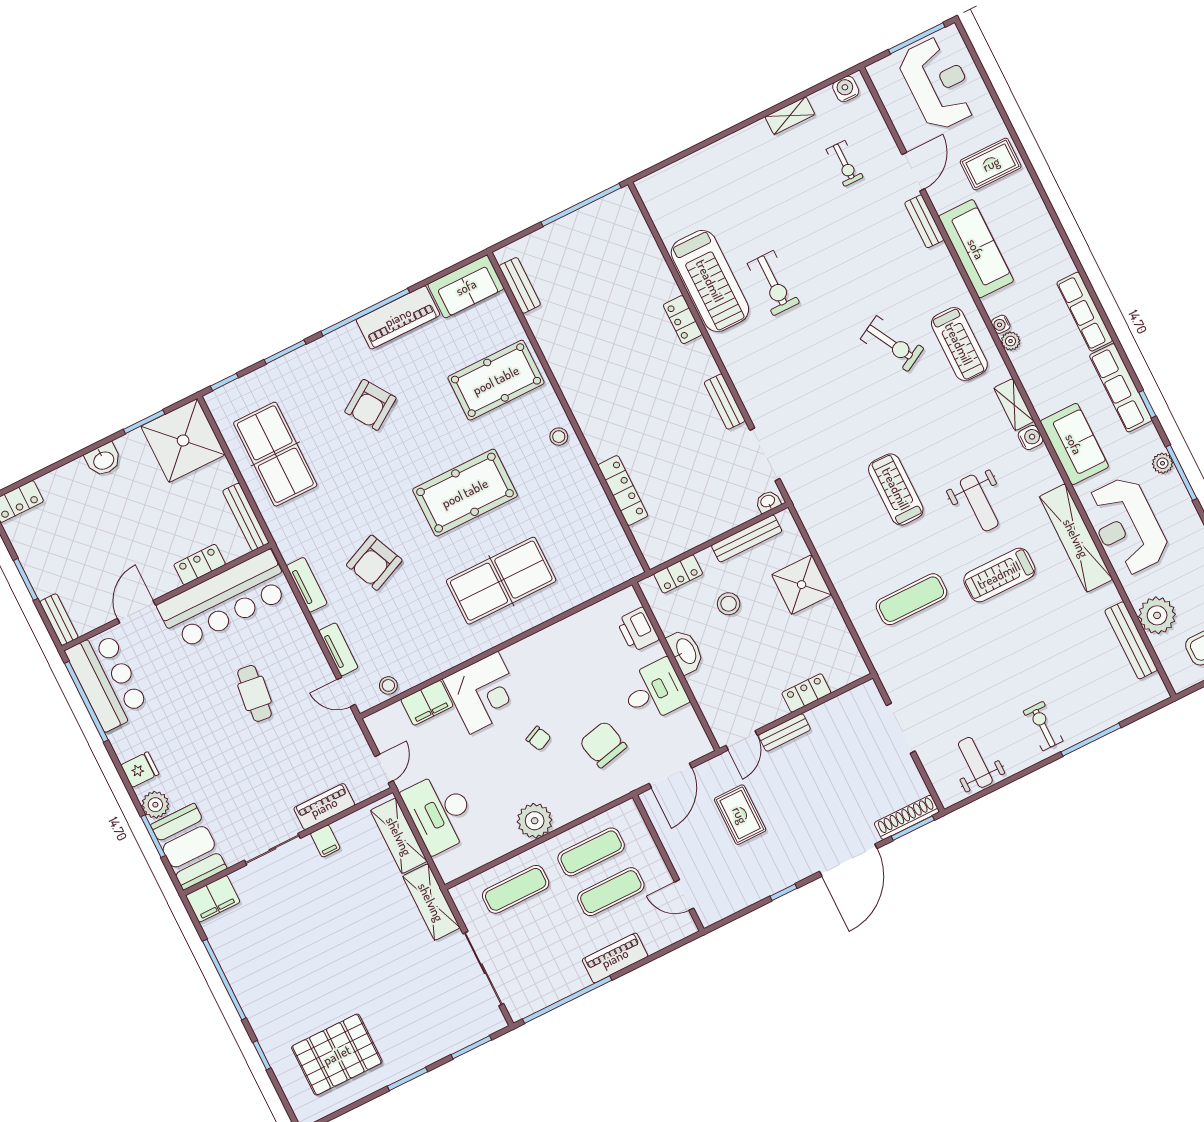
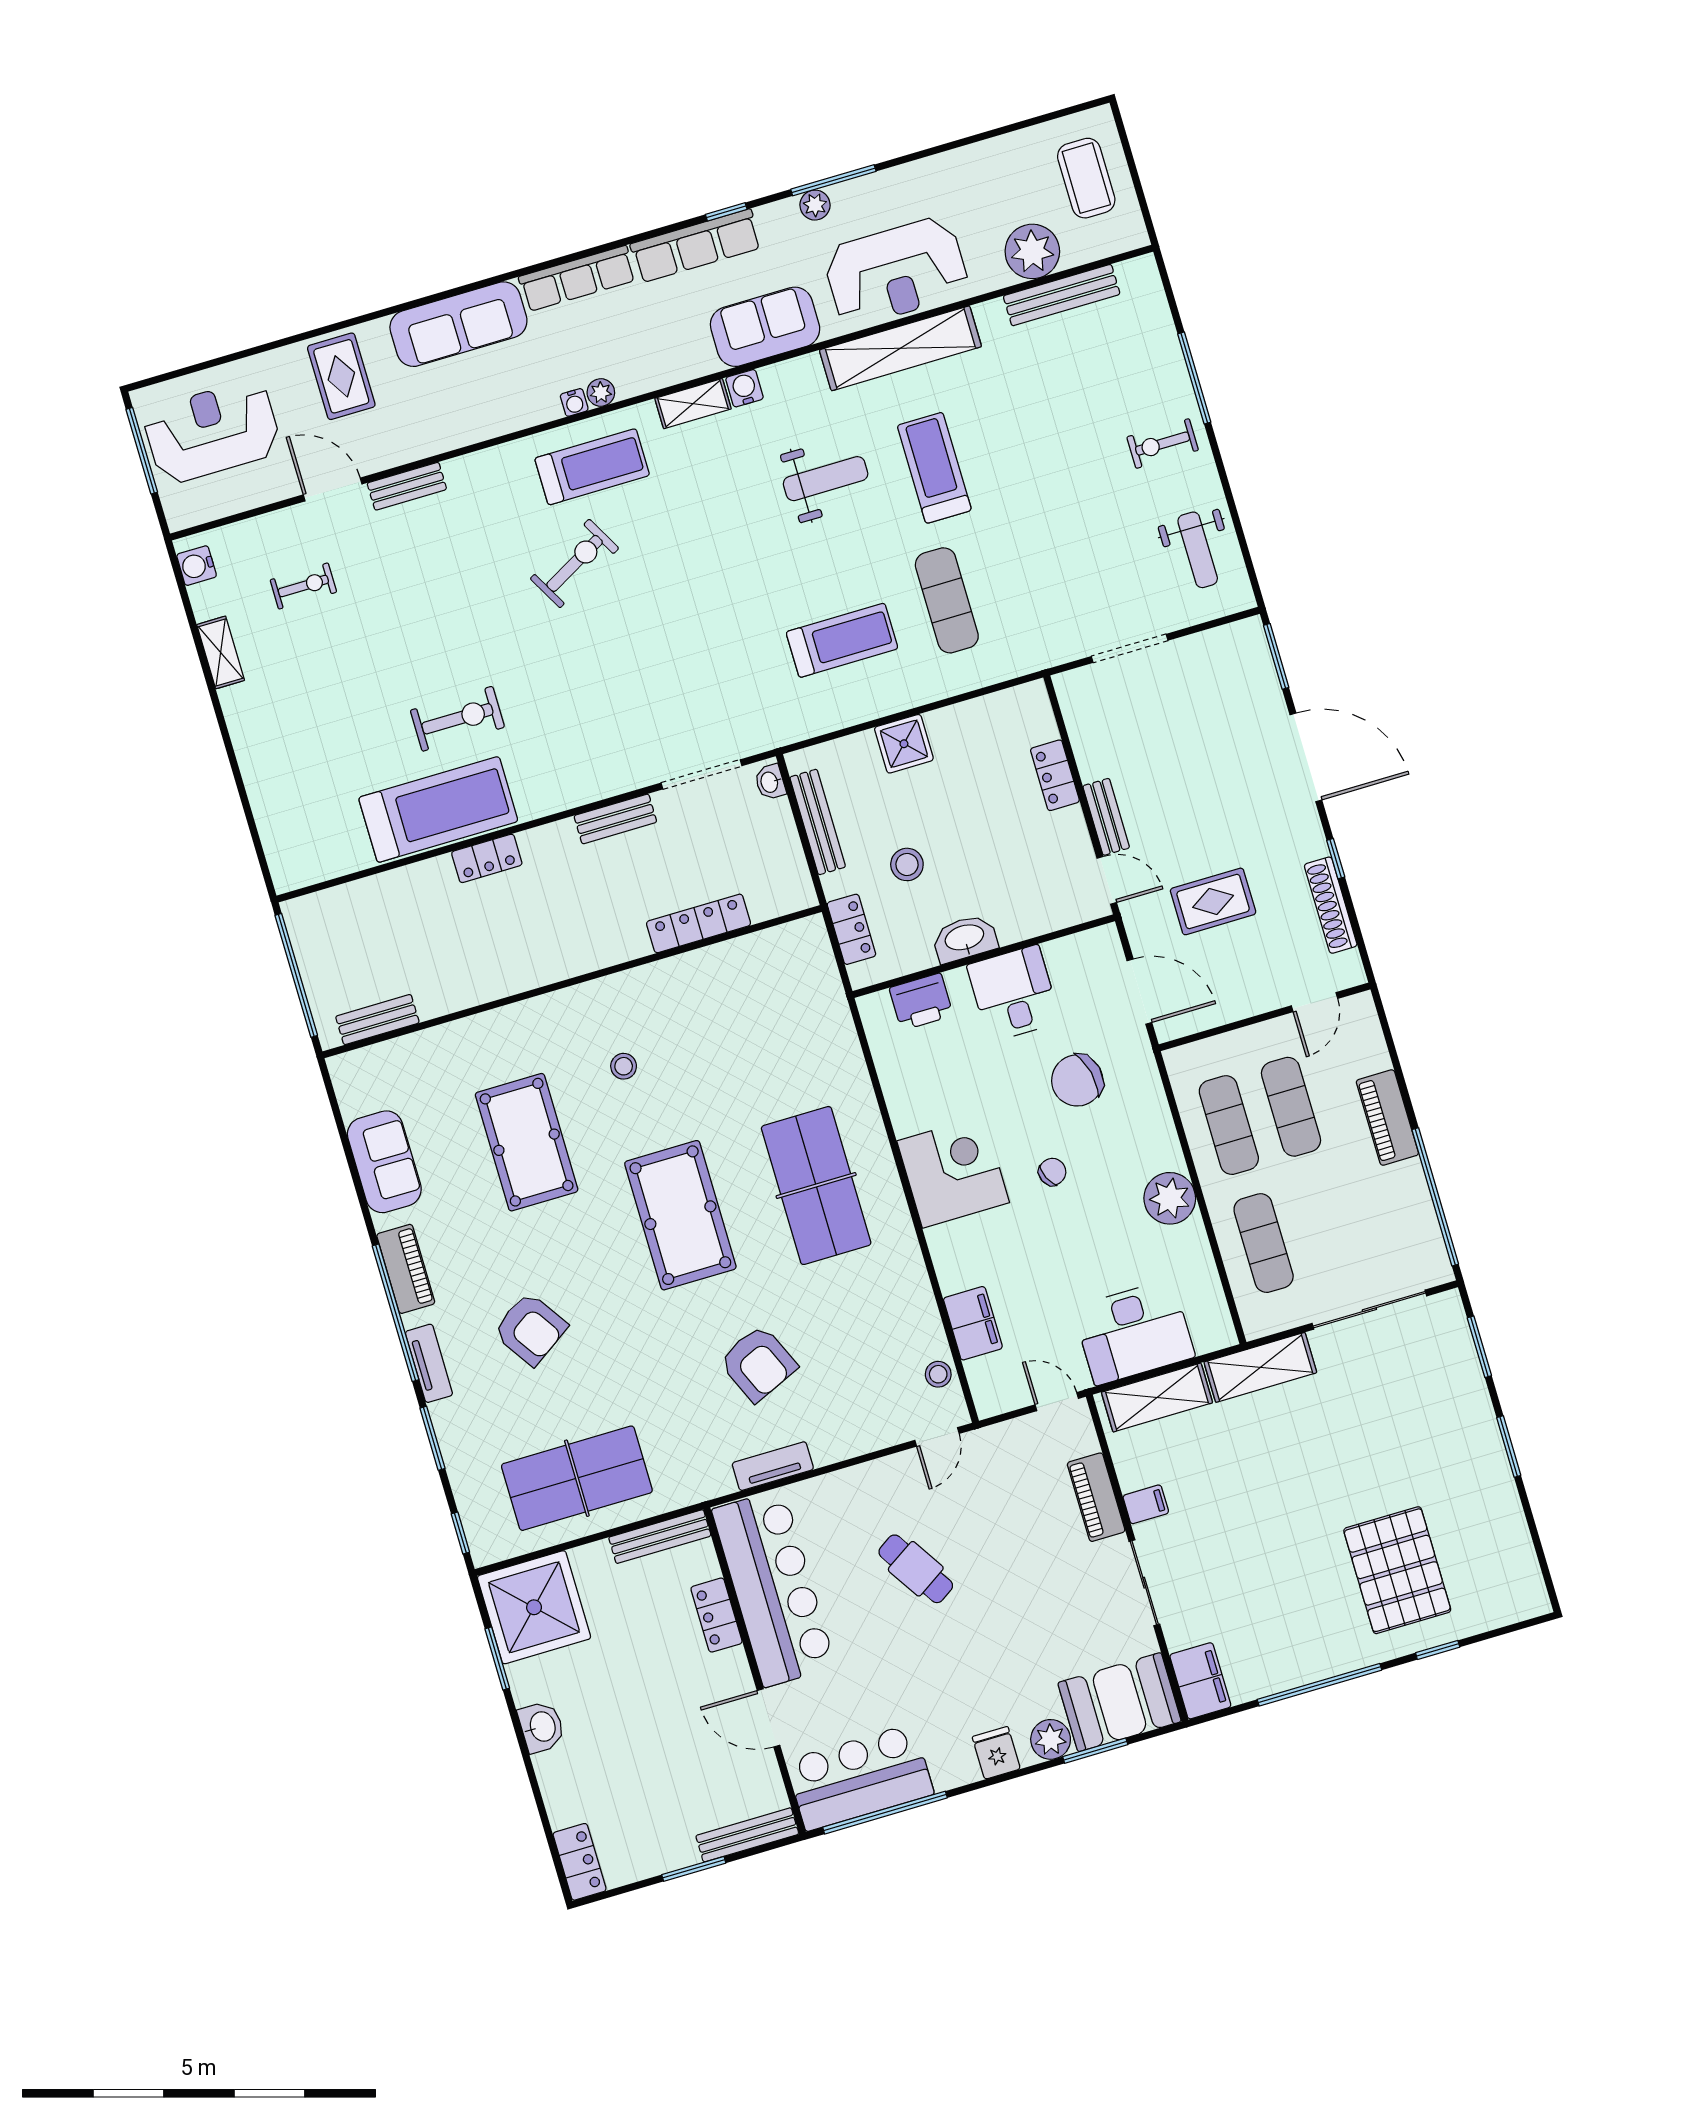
sofa: (976, 249) -> (458, 324), moved, turned 180
bench: (520, 285) -> (377, 1020), moved
piano: (398, 317) -> (406, 1269), width x0.73, depth x0.75
wall: (569, 412) -> (572, 982), moved
treadmill: (896, 489) -> (842, 640), moved, turned 180
locker: (623, 491) -> (698, 923), moved
treadmill: (999, 575) -> (934, 468), turned 180
shower: (802, 585) -> (904, 744), width x0.73, depth x0.73
bench: (59, 620) -> (747, 1835), width x1.36
tv unit: (338, 649) -> (429, 1363), moved, turned 90
cafe table: (254, 693) -> (916, 1569), turned 50
corner desk: (484, 693) -> (953, 1172), moved
weight bench: (975, 762) -> (1198, 550), turned -90
shoe rack: (907, 817) -> (1331, 905), moved
pallet: (337, 1055) -> (1397, 1570), moved

